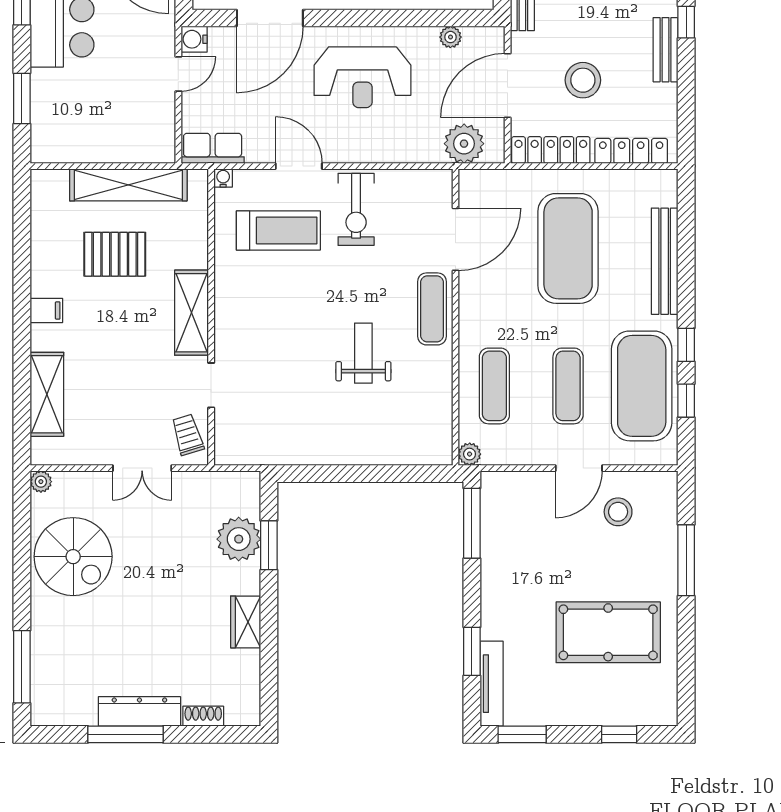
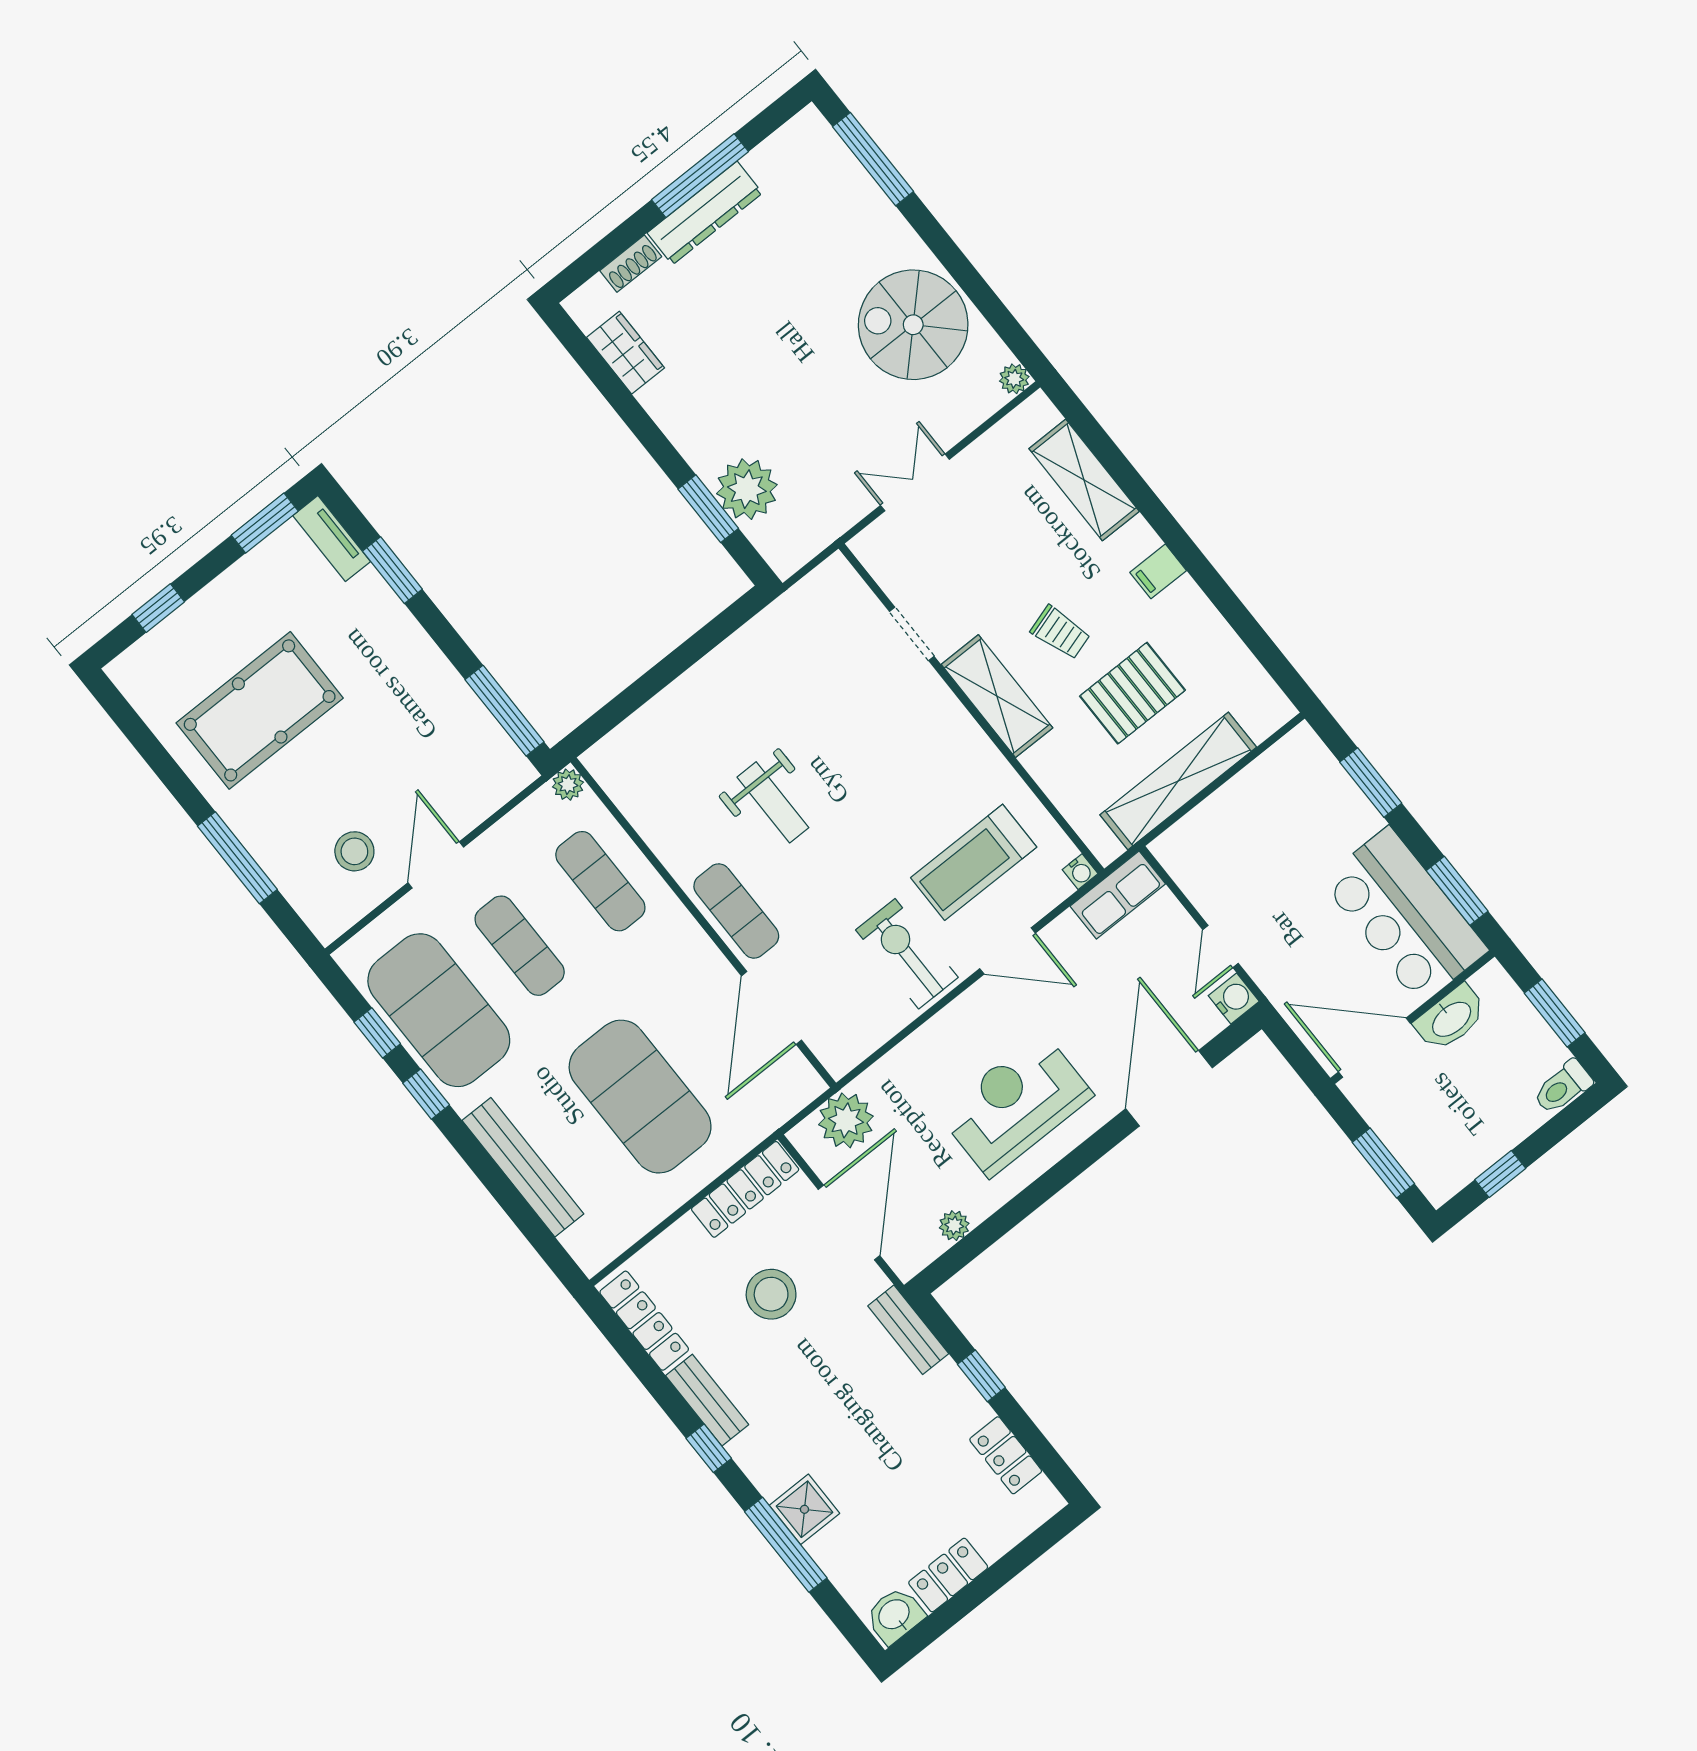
locker: (631, 151) -> (644, 1321), moved, turned -90
trolley: (188, 435) -> (1060, 632), moved
wardrobe: (246, 622) -> (625, 353), moved
tv unit: (492, 684) -> (332, 539), width x0.71

